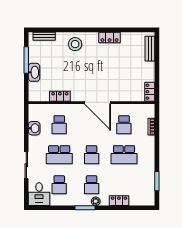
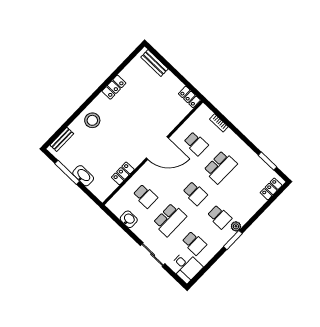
locker: (119, 201) -> (271, 189), moved

